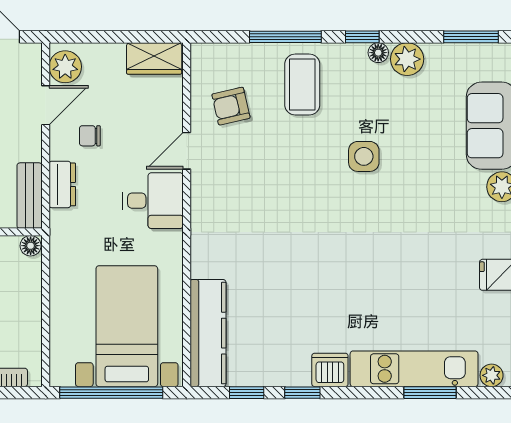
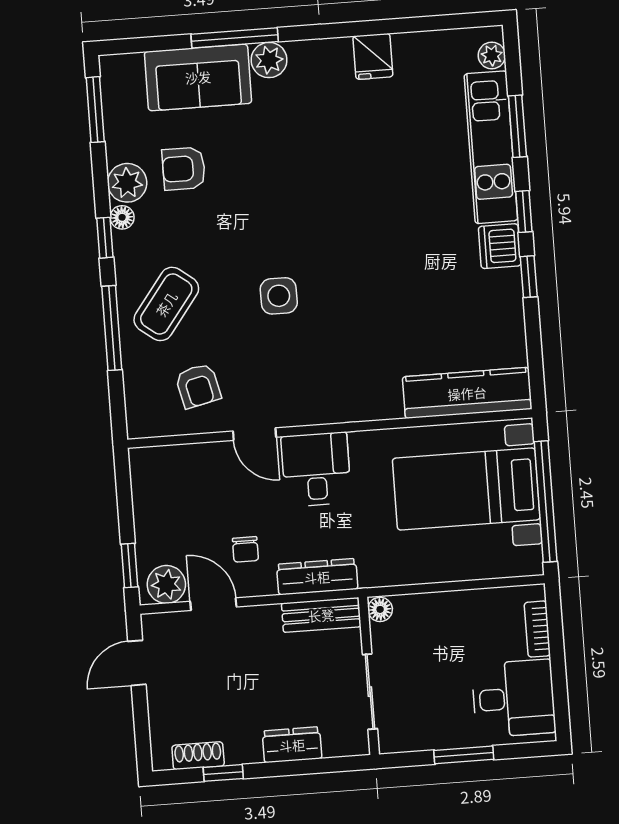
window: (84, 37) -> (130, 565), added
wardrobe: (154, 58) -> (149, 481), removed
coffee table: (302, 85) -> (166, 304), turned -53
armchair: (416, 108) -> (184, 169), added
side table: (364, 156) -> (279, 296), moved
dresser: (62, 184) -> (317, 577), width x1.44
window: (247, 393) -> (524, 211), moved

